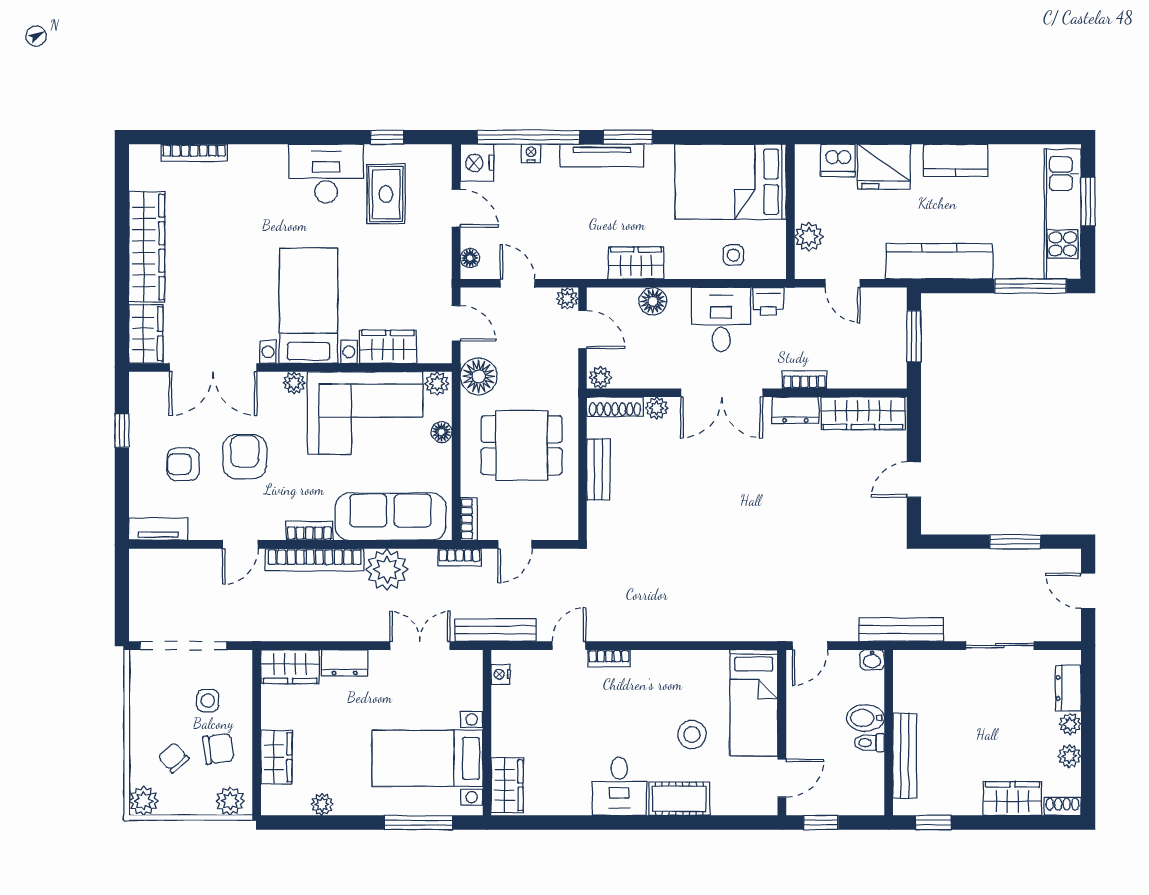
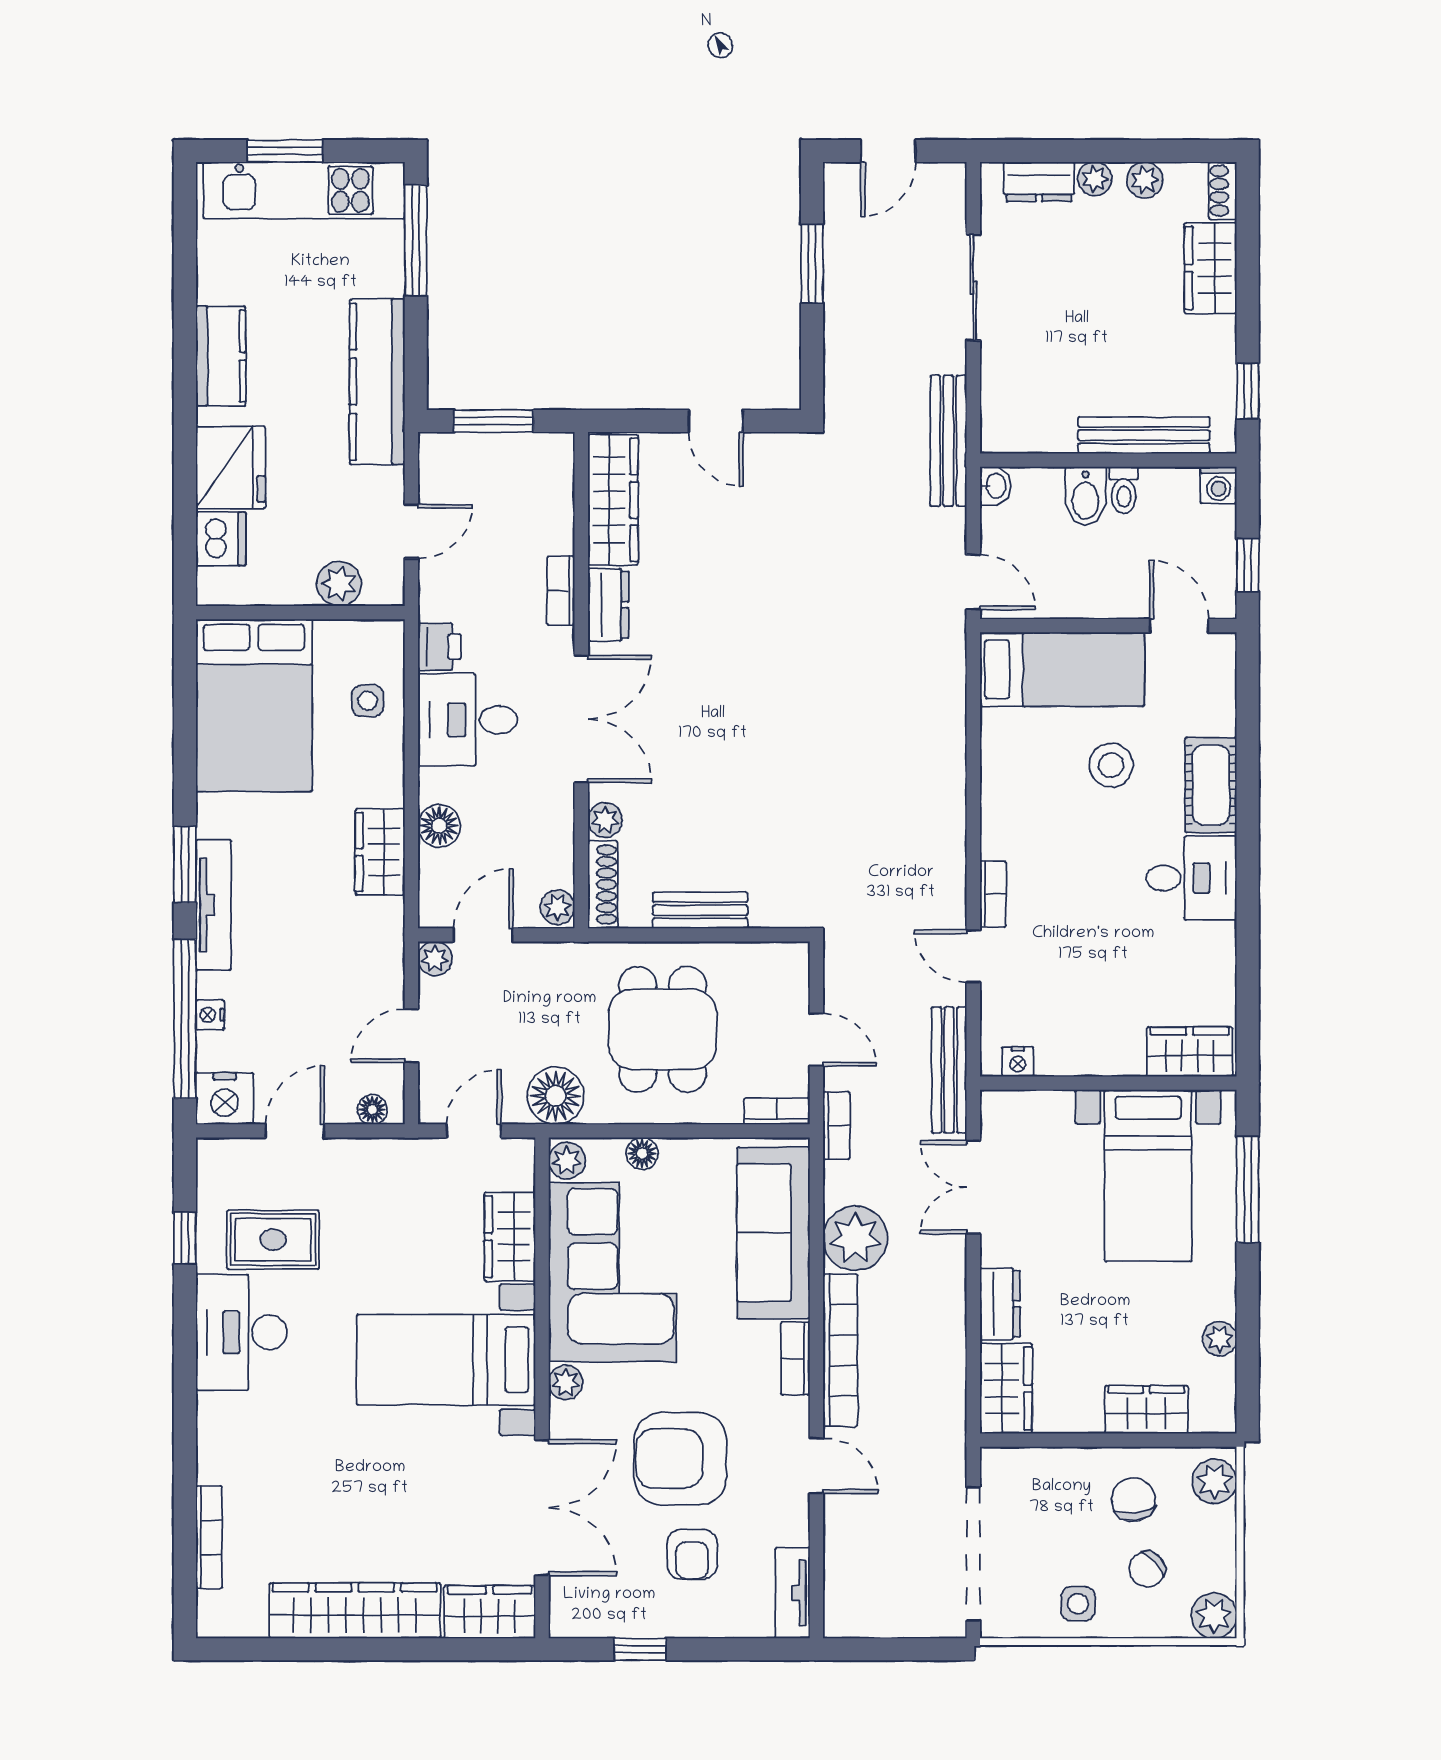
armchair: (245, 457) -> (680, 1459), width x1.36, depth x1.36
side table: (208, 701) -> (1078, 1604), moved
washing machine: (873, 804) -> (1218, 485), added

